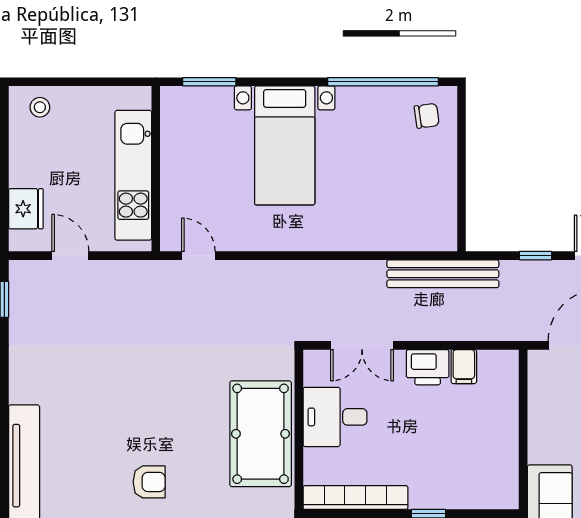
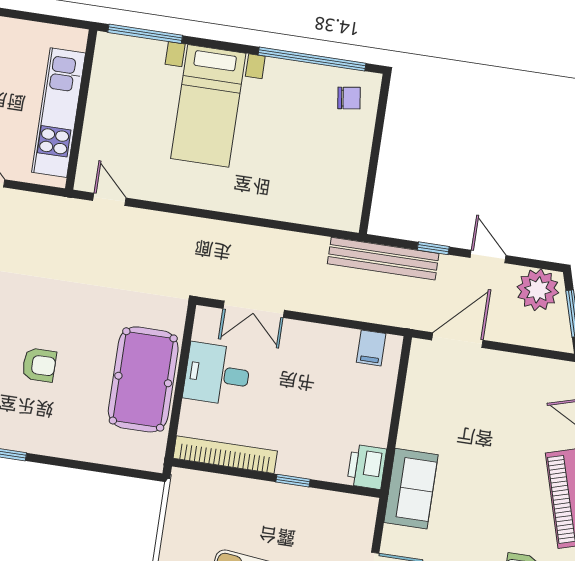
window: (209, 82) -> (145, 34), width x1.44
bench: (443, 274) -> (383, 259), moved
printer: (428, 367) -> (367, 467), moved, turned 90
filing cabinet: (464, 367) -> (371, 348), moved
armchair: (149, 482) -> (39, 365), moved

